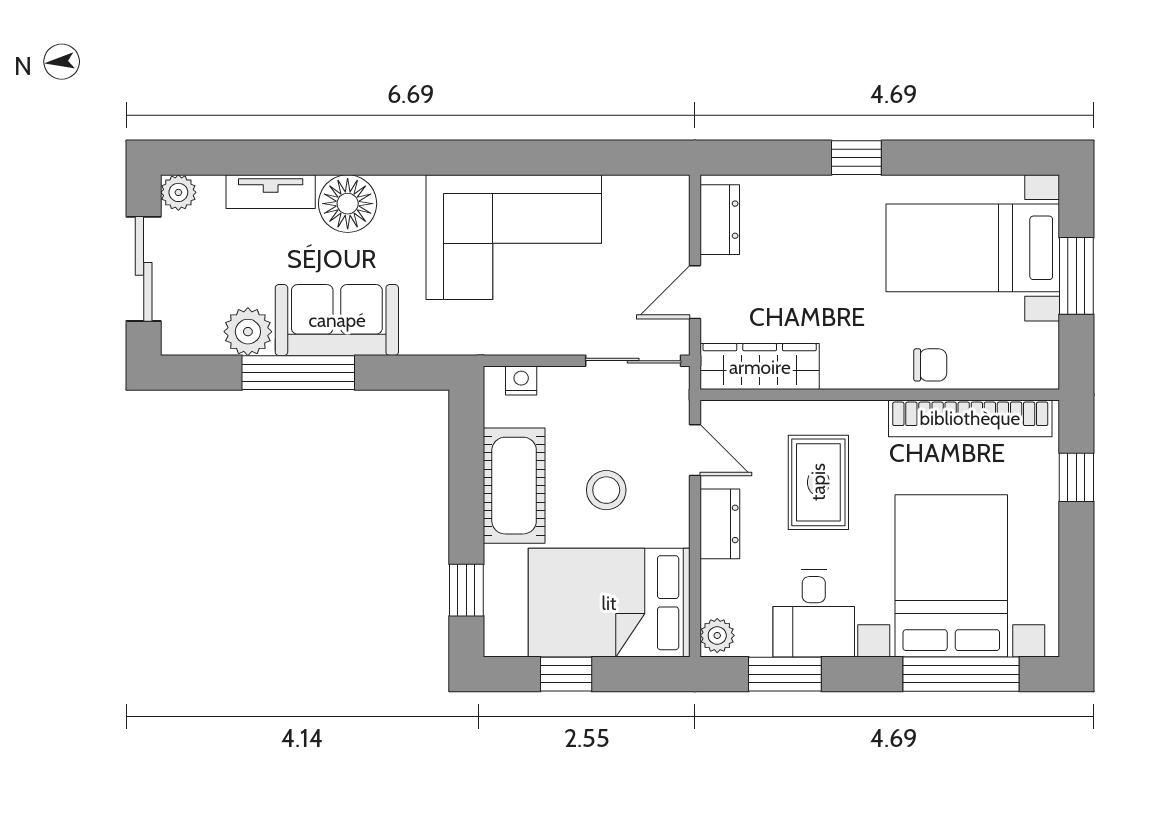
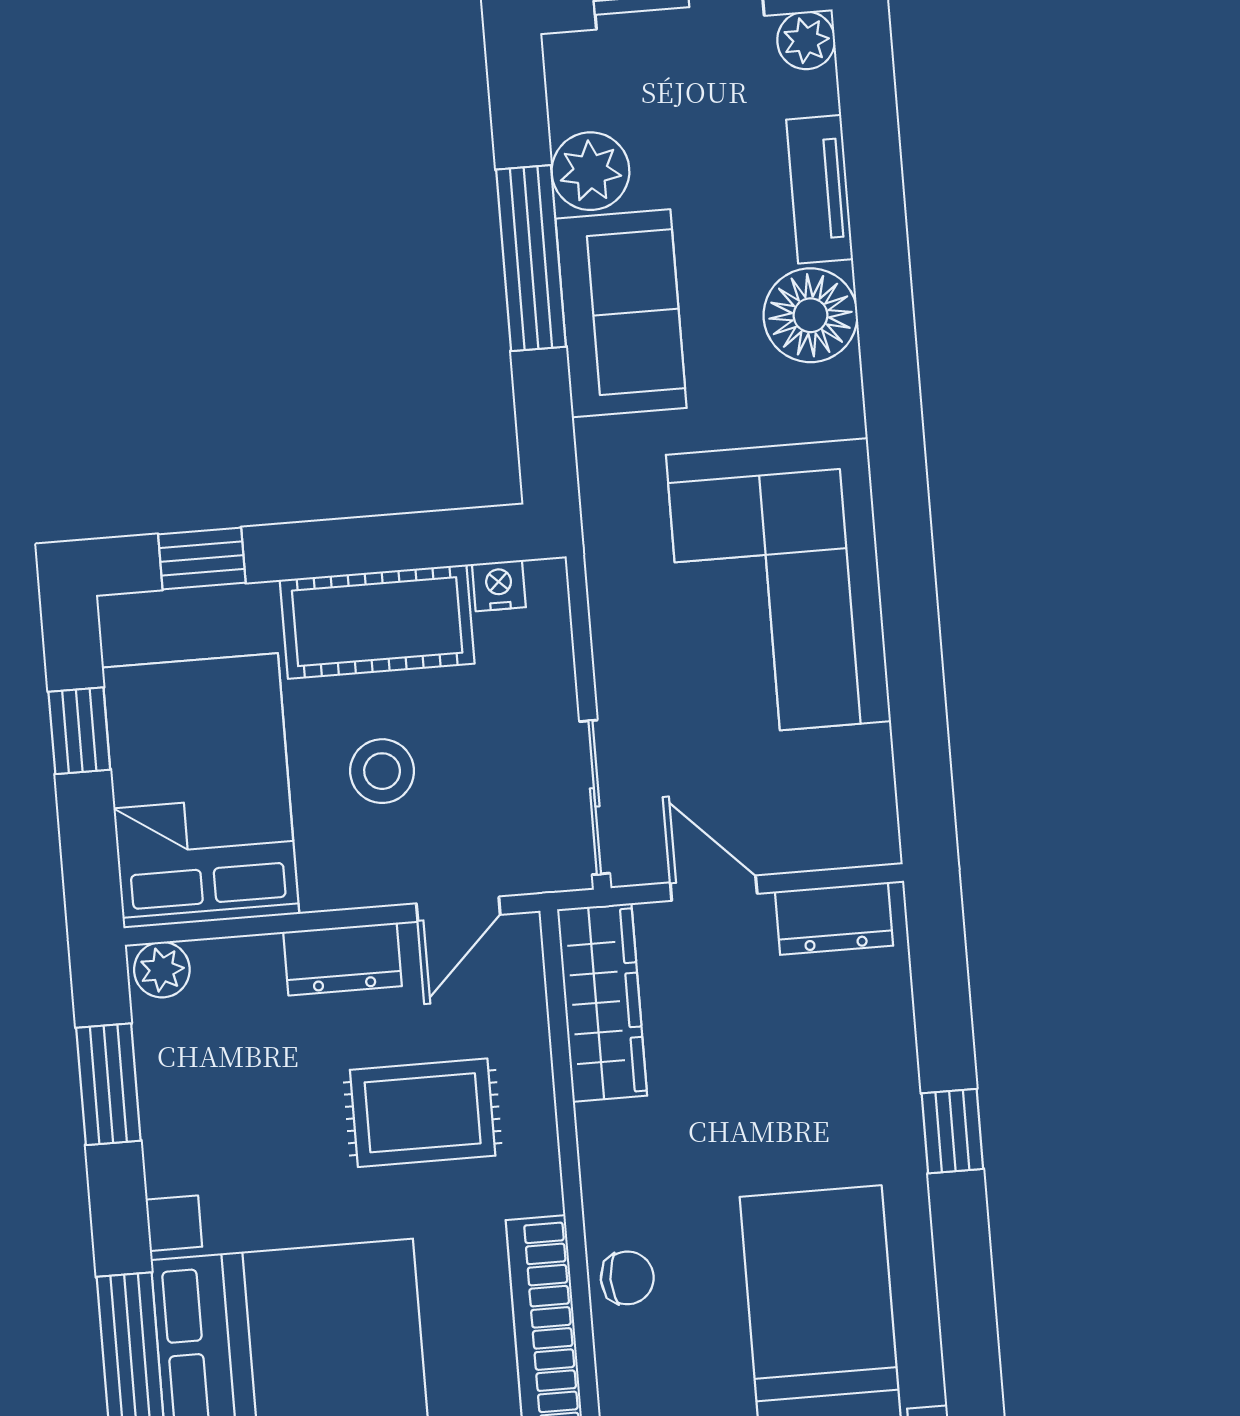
chair: (930, 365) -> (627, 1278), turned -90
nightstand: (521, 380) -> (499, 586), moved, turned -90
desk: (814, 613) -> (211, 1123), removed

